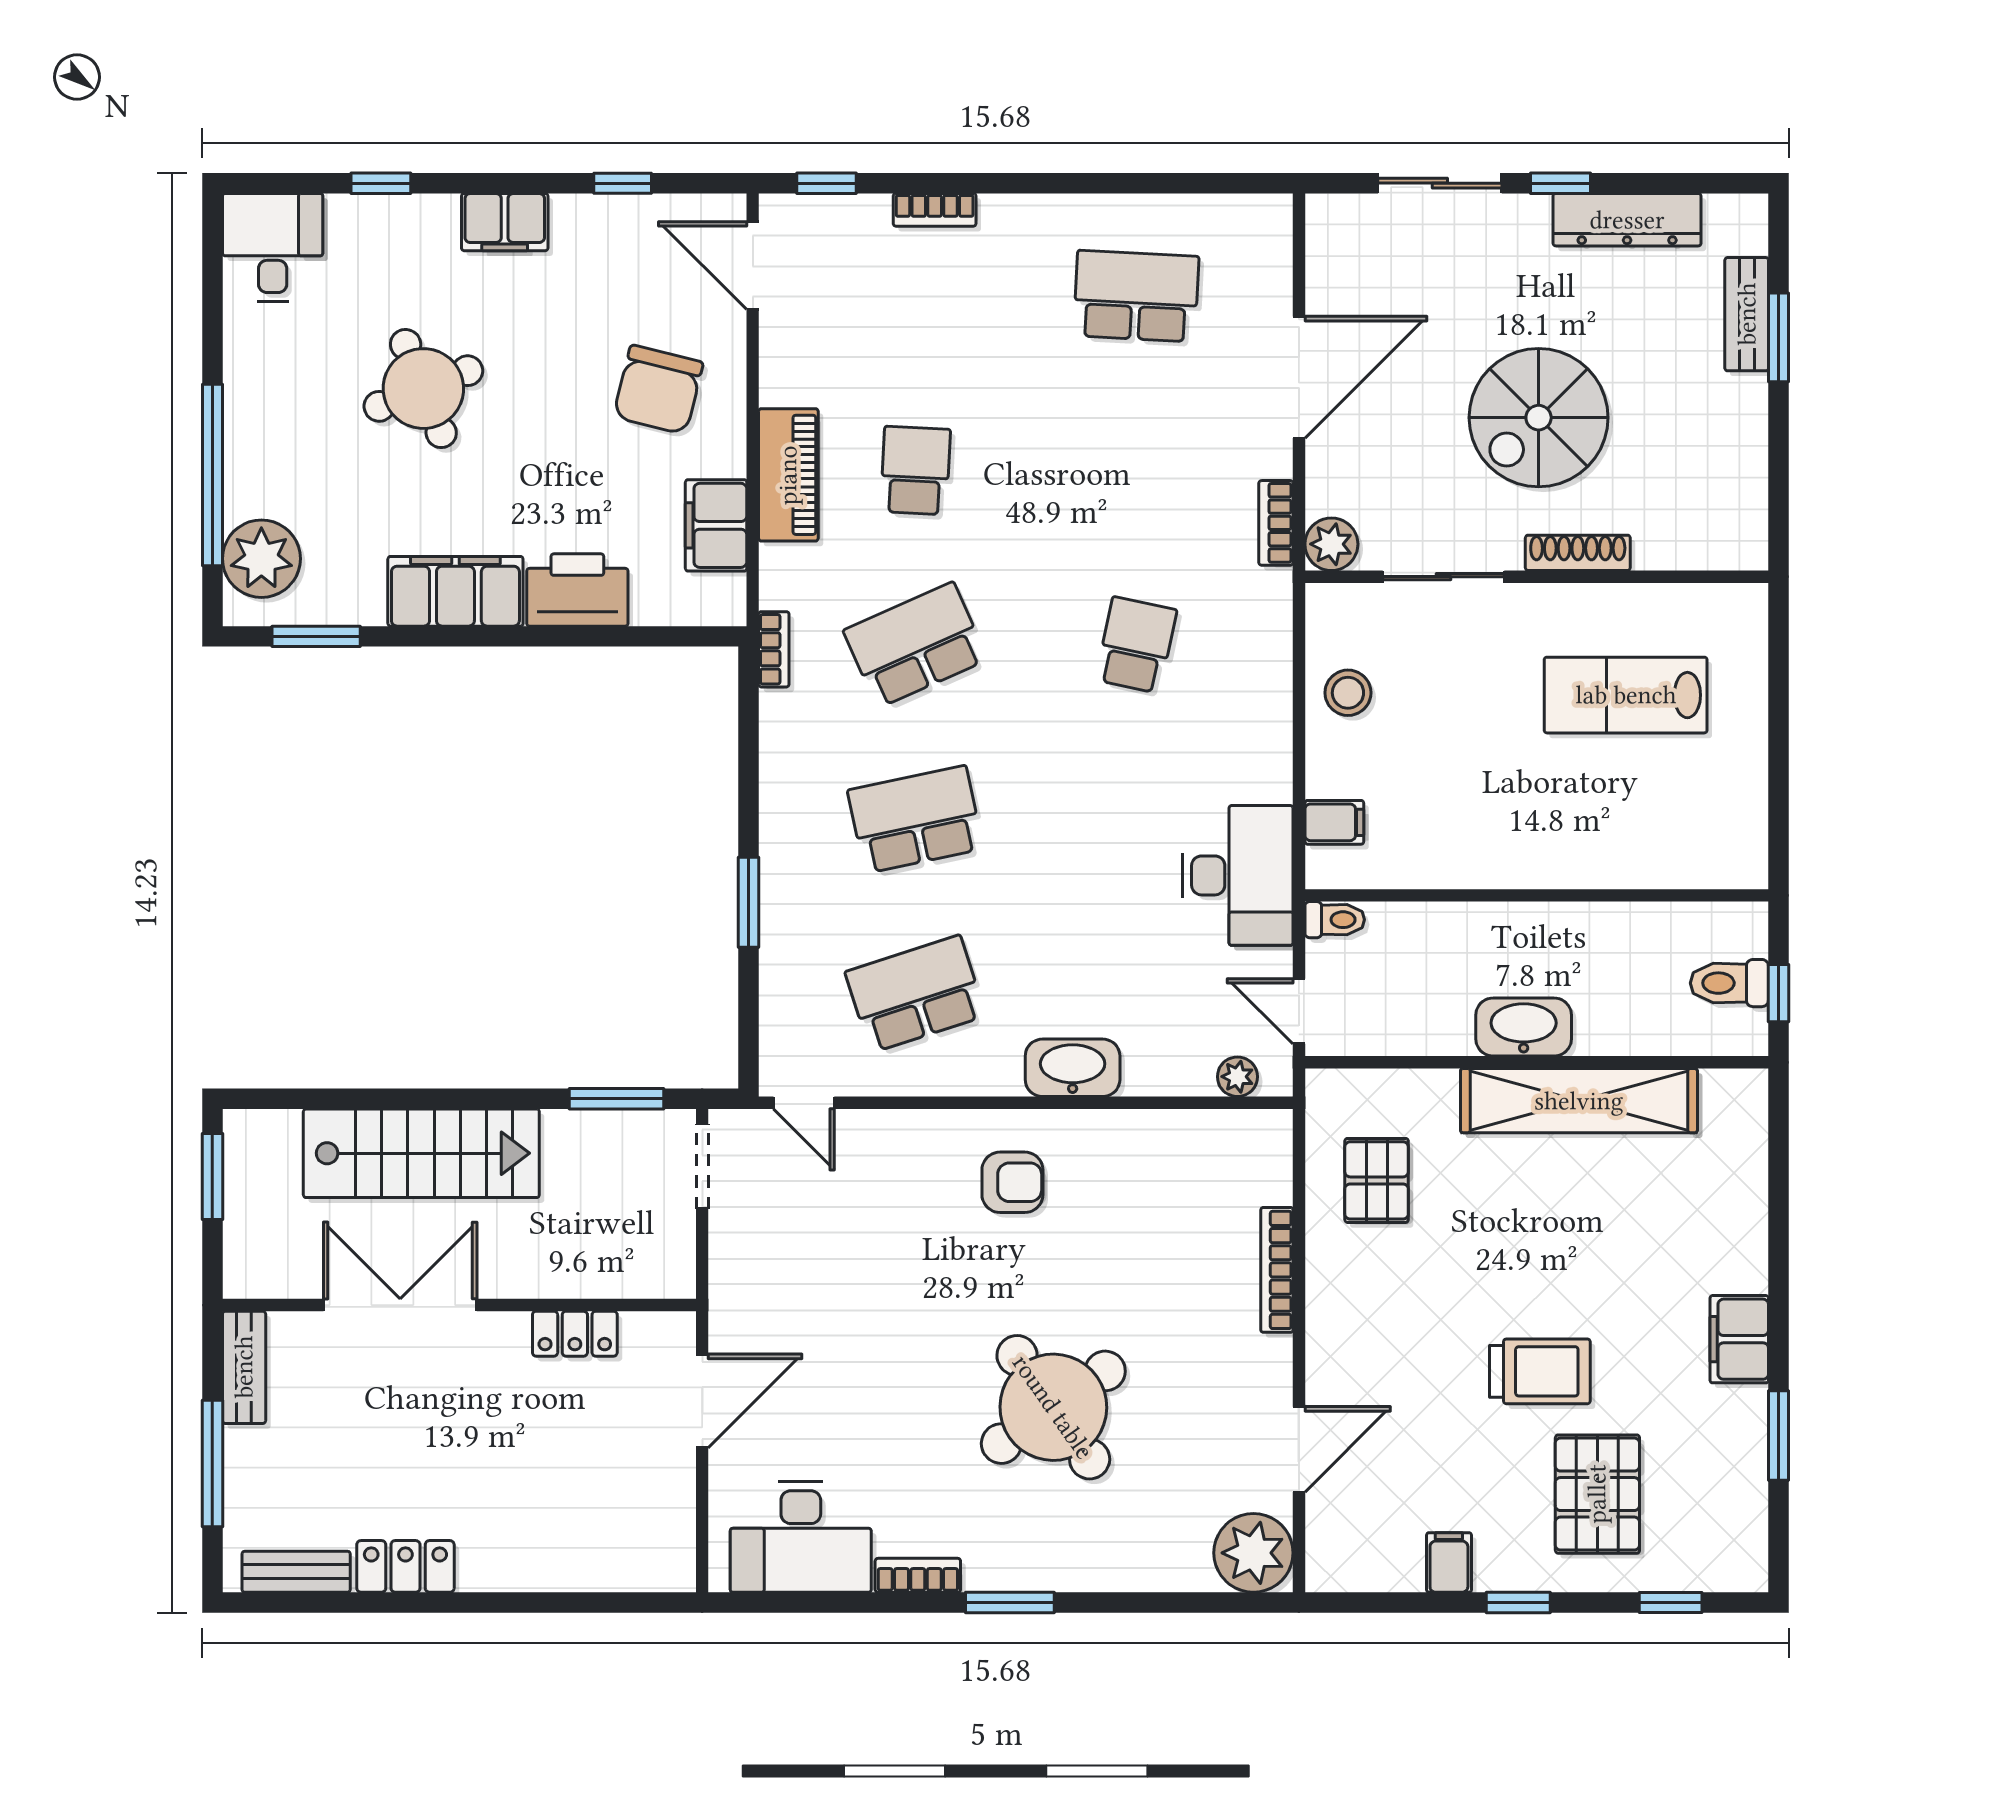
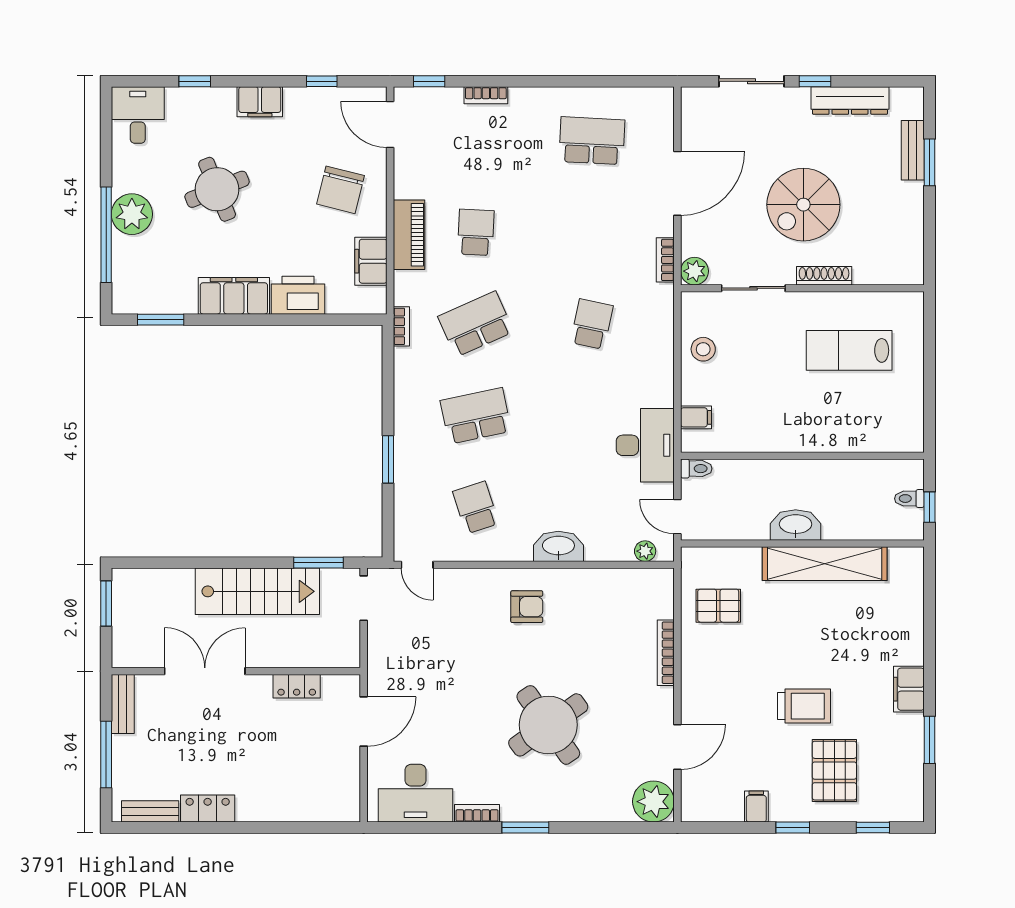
plant: (261, 559) -> (132, 214), moved
toilet: (1729, 983) -> (909, 499), width x0.73, depth x0.72
school desk: (915, 994) -> (476, 508), width x0.54
stairs: (421, 1153) -> (257, 591), moved
pallet: (1377, 1180) -> (718, 606), turned 90

